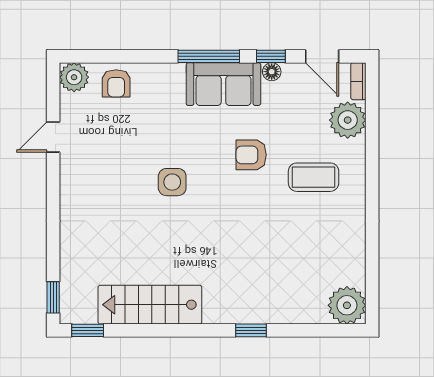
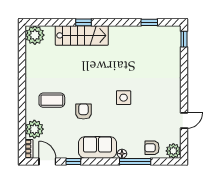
window: (209, 56) -> (135, 161), moved
floor lamp: (272, 72) -> (122, 154), moved
armchair: (116, 83) -> (152, 148), turned -90
armchair: (251, 155) -> (83, 111), turned -90
stairs: (150, 305) -> (82, 35), moved
window: (88, 330) -> (149, 22), moved

